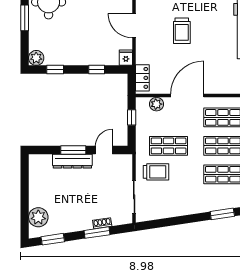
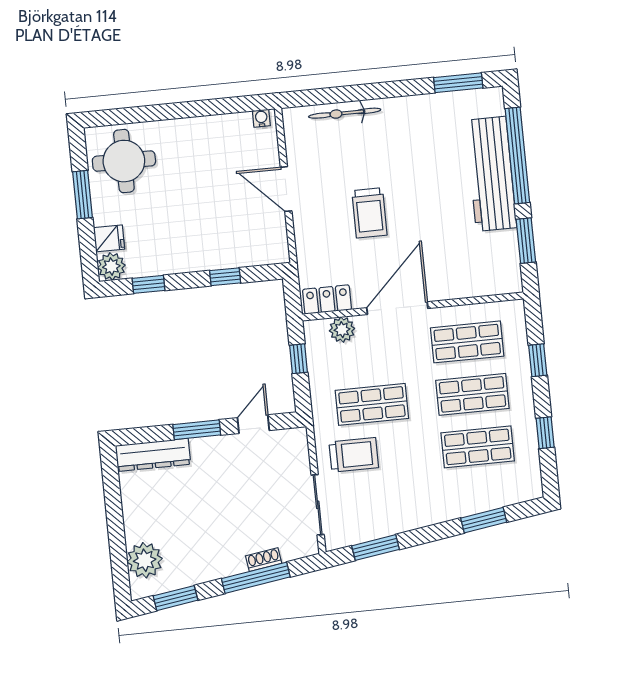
trolley: (182, 31) -> (369, 213), moved
fridge: (126, 58) -> (109, 238), moved, turned 90
locker: (142, 78) -> (327, 300), moved, turned -90
dresser: (72, 161) -> (153, 455), moved
window: (163, 223) -> (375, 548), added
window: (97, 233) -> (256, 578), width x1.44

